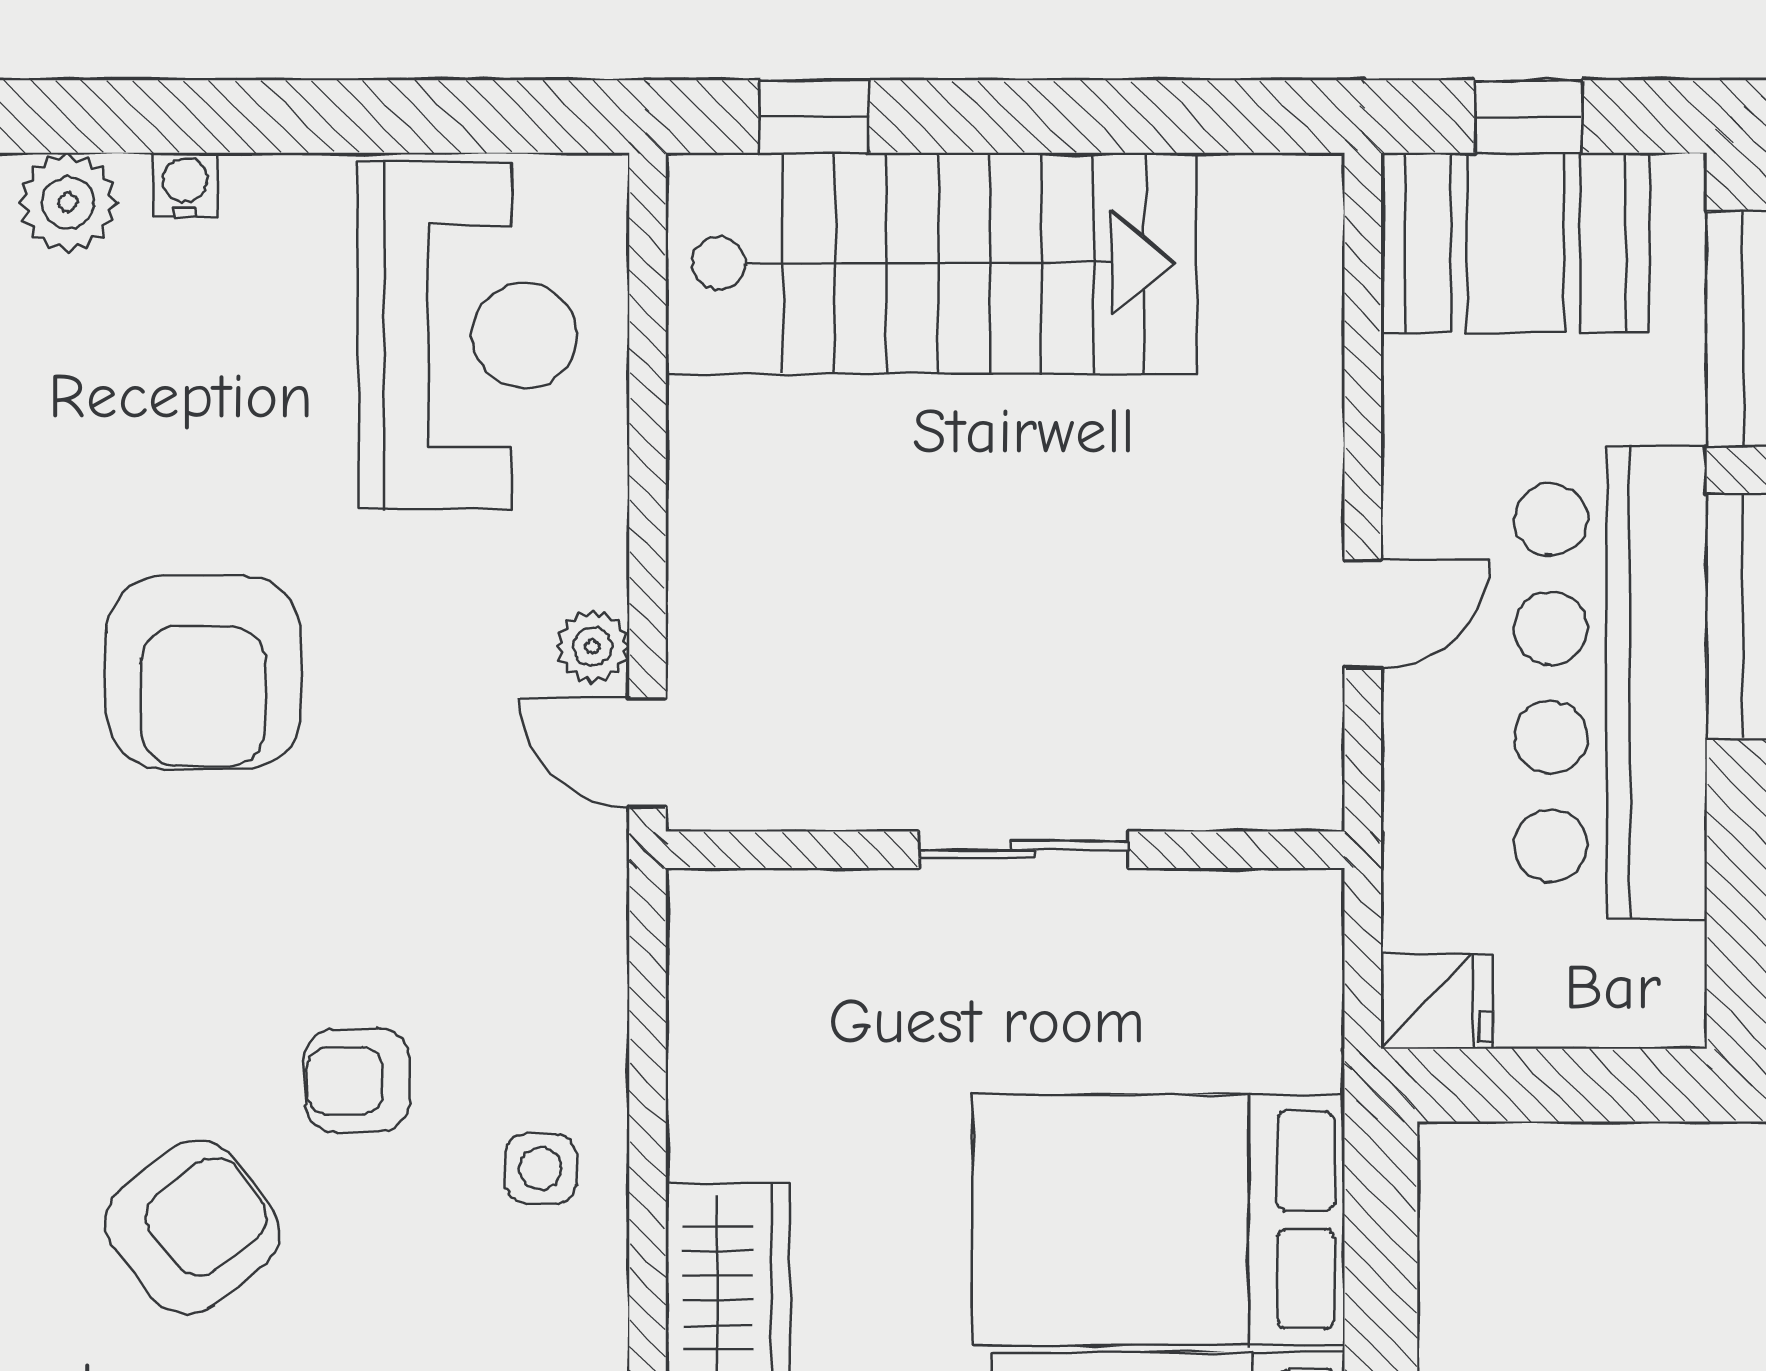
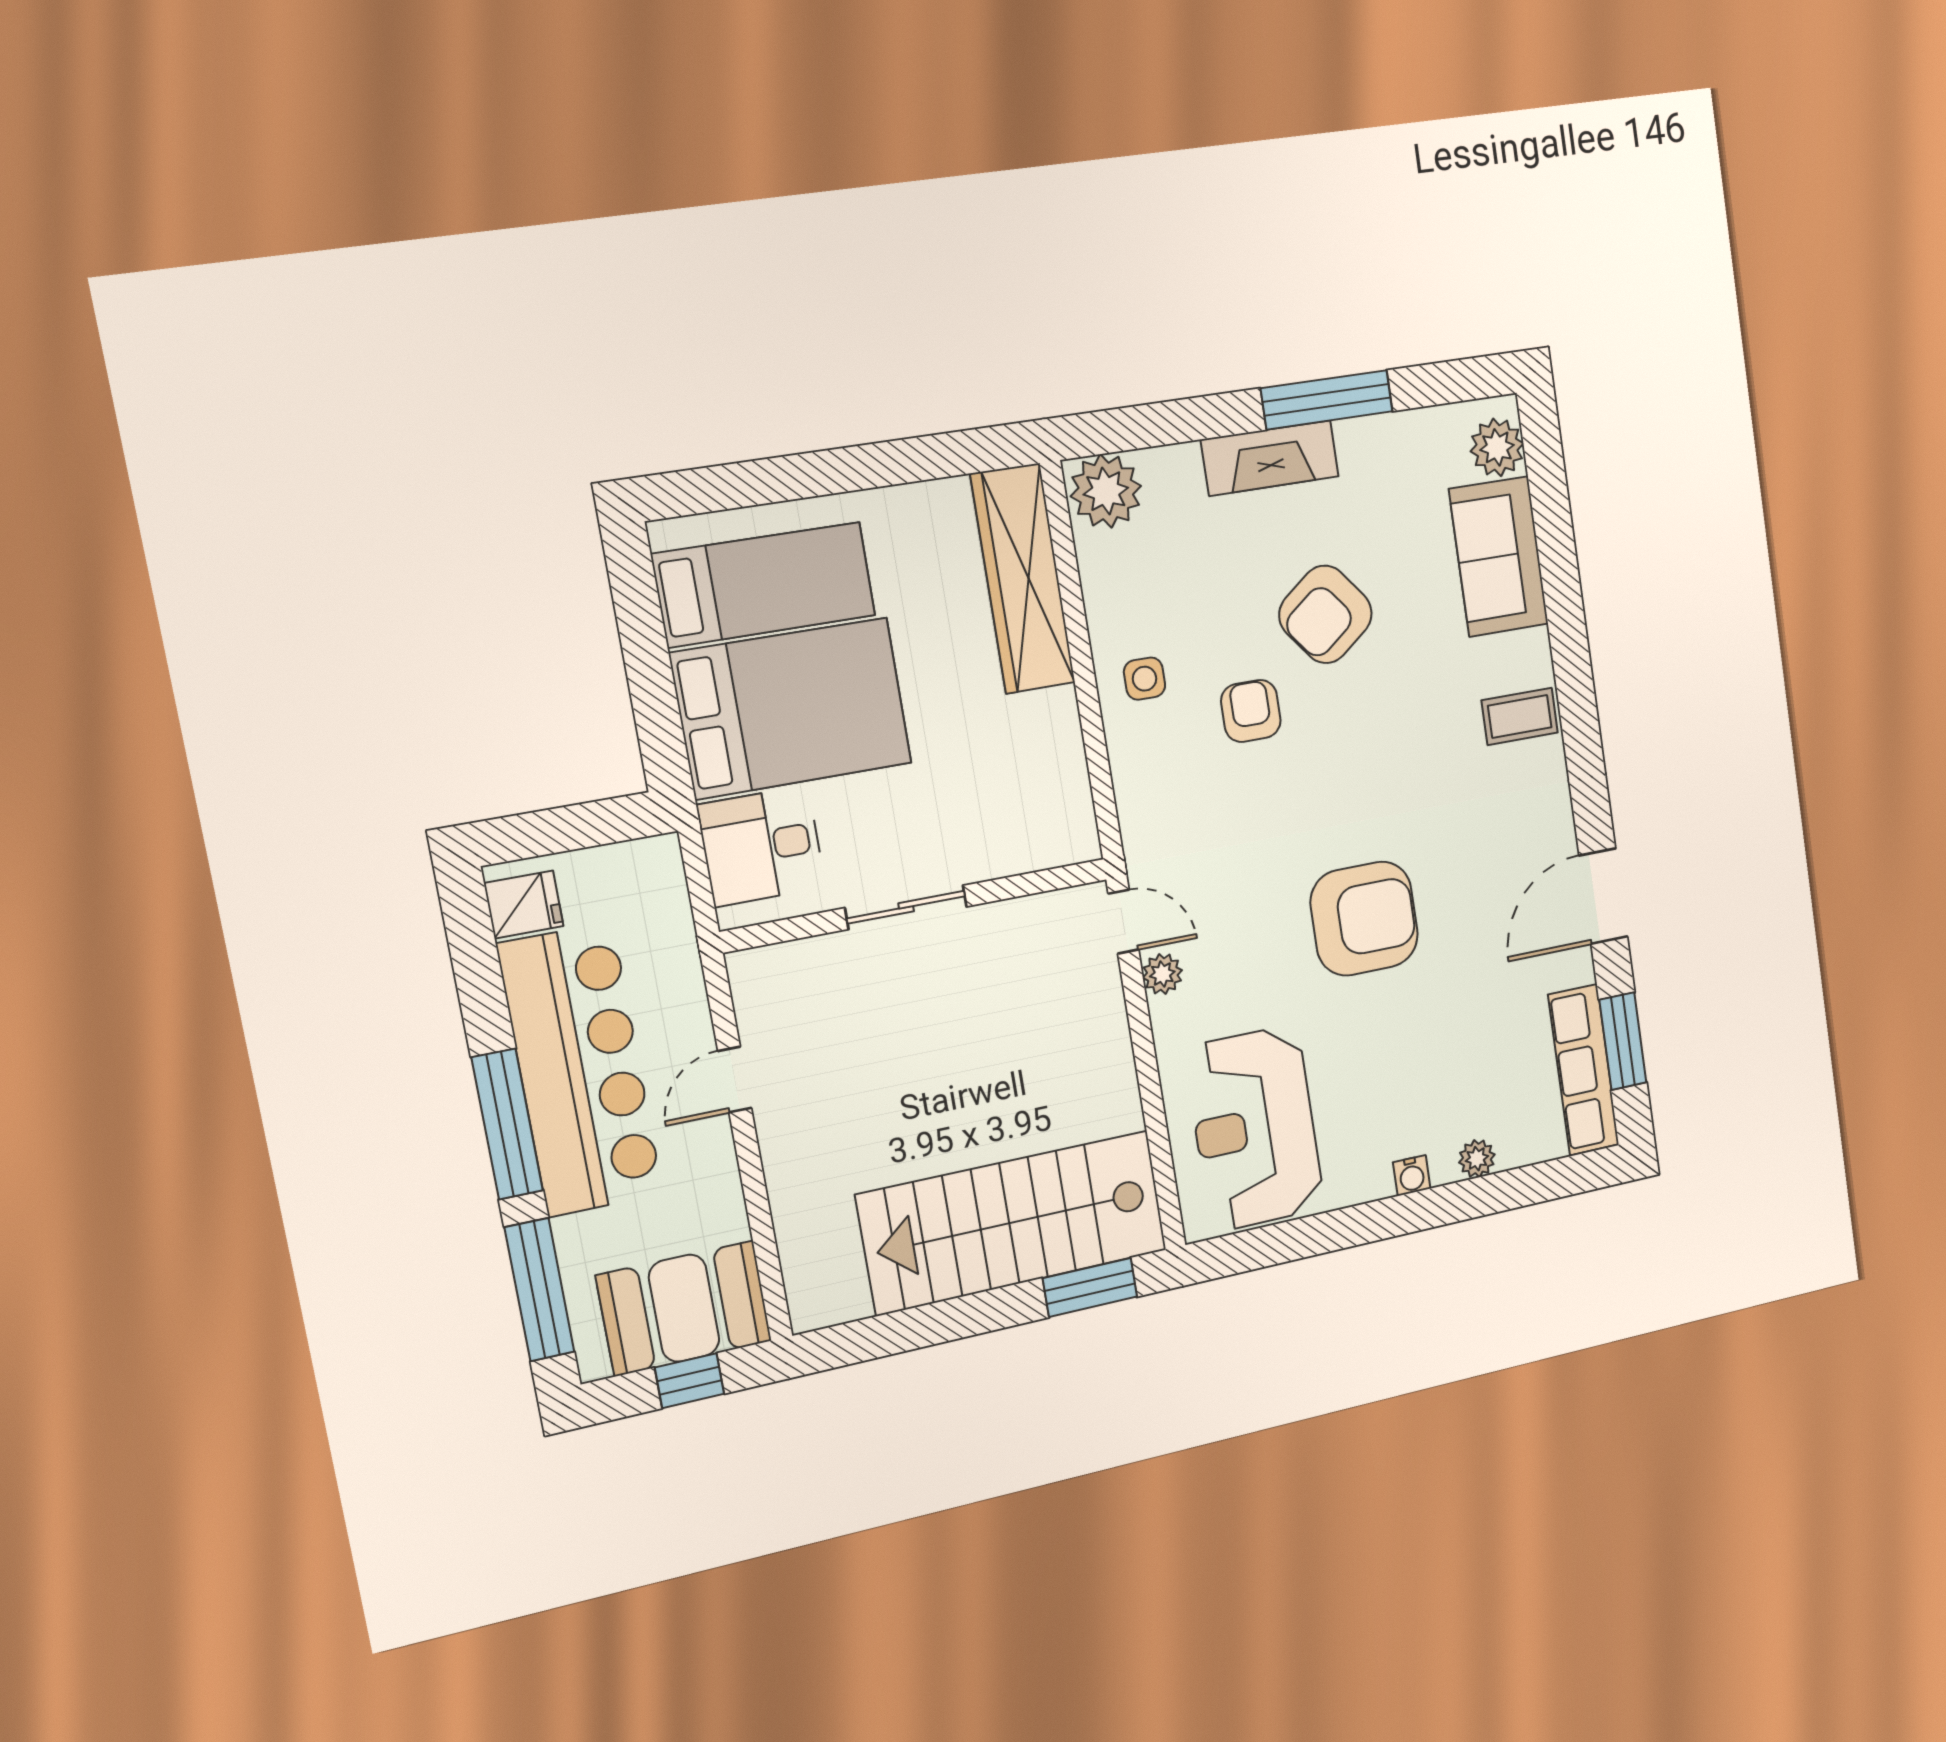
window: (814, 116) -> (1090, 1287), width x1.50
plant: (68, 202) -> (1477, 1159), width x0.73, depth x0.73
armchair: (203, 673) -> (1364, 919), turned 90
desk: (1249, 998) -> (761, 846), added
fridge: (1437, 1002) -> (524, 905), moved, turned 180
armchair: (357, 1080) -> (1251, 711), turned -88

